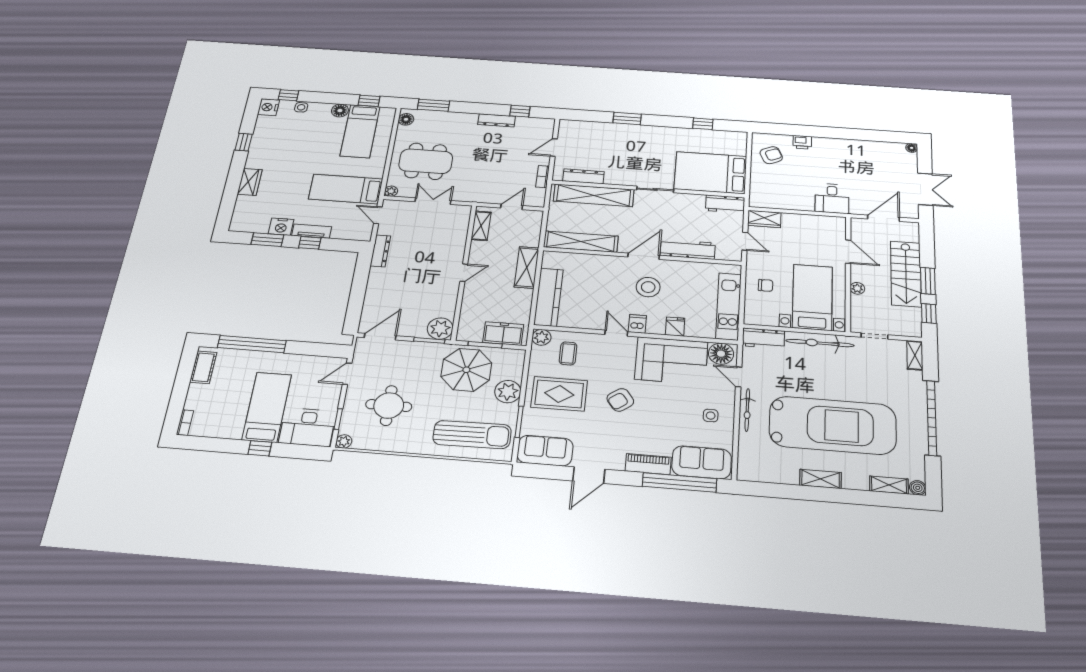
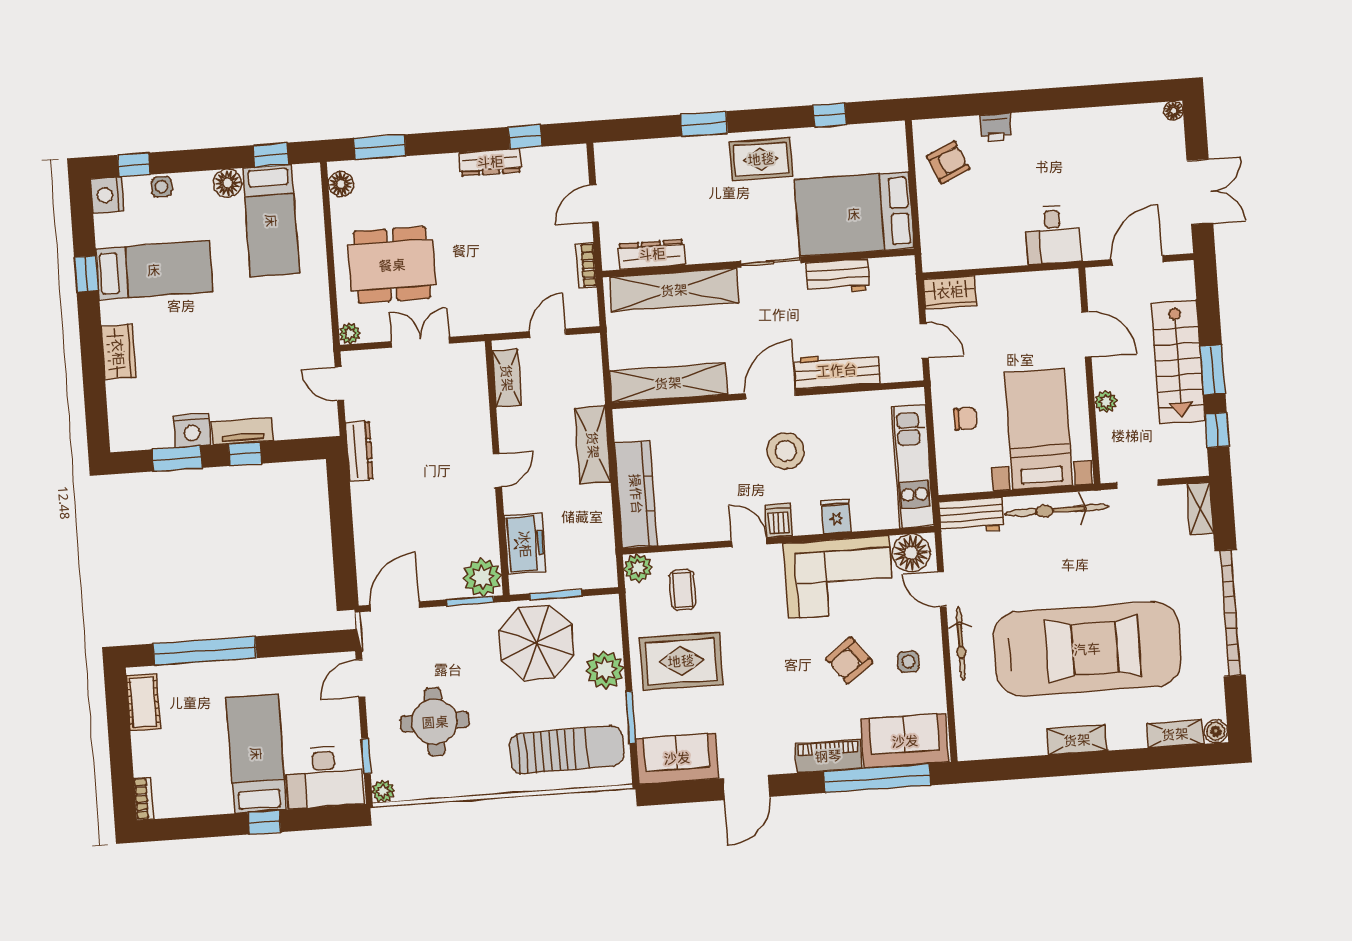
rug: (658, 139) -> (761, 159), added
bed: (346, 189) -> (154, 270), moved, turned 180
workbench: (725, 204) -> (838, 276), moved
freezer: (503, 334) -> (525, 544), moved, turned 90
armchair: (620, 400) -> (849, 660), moved

